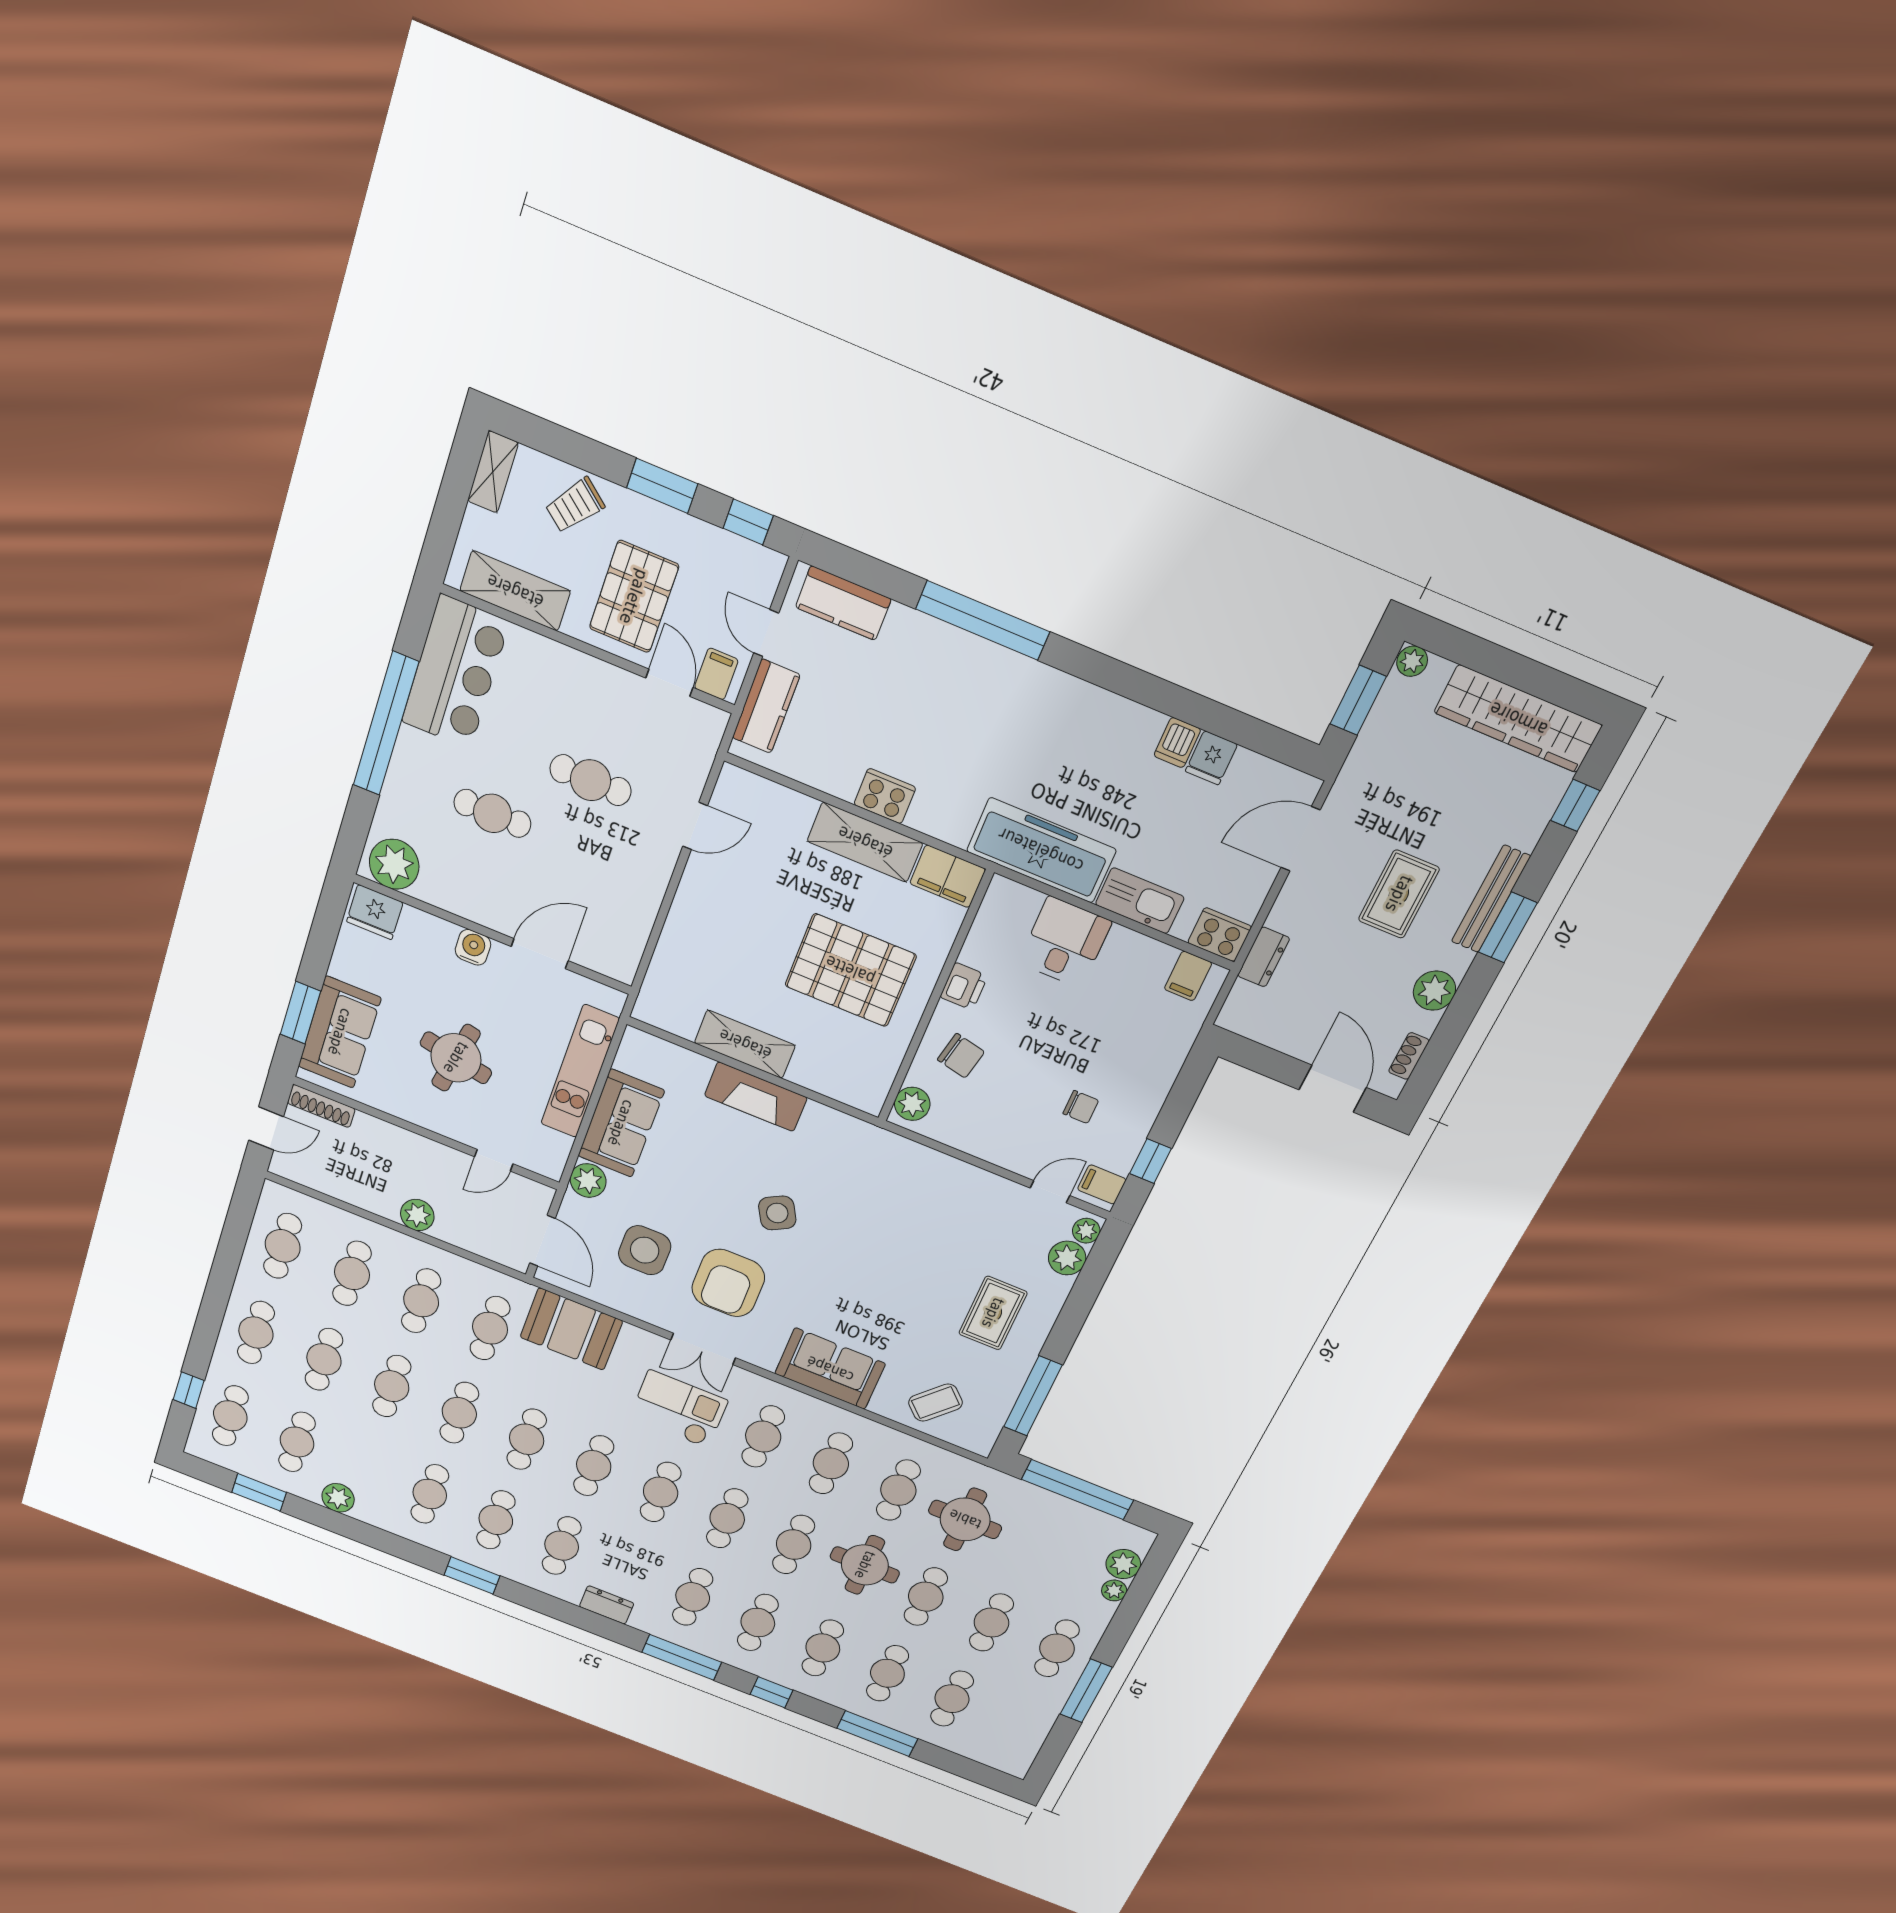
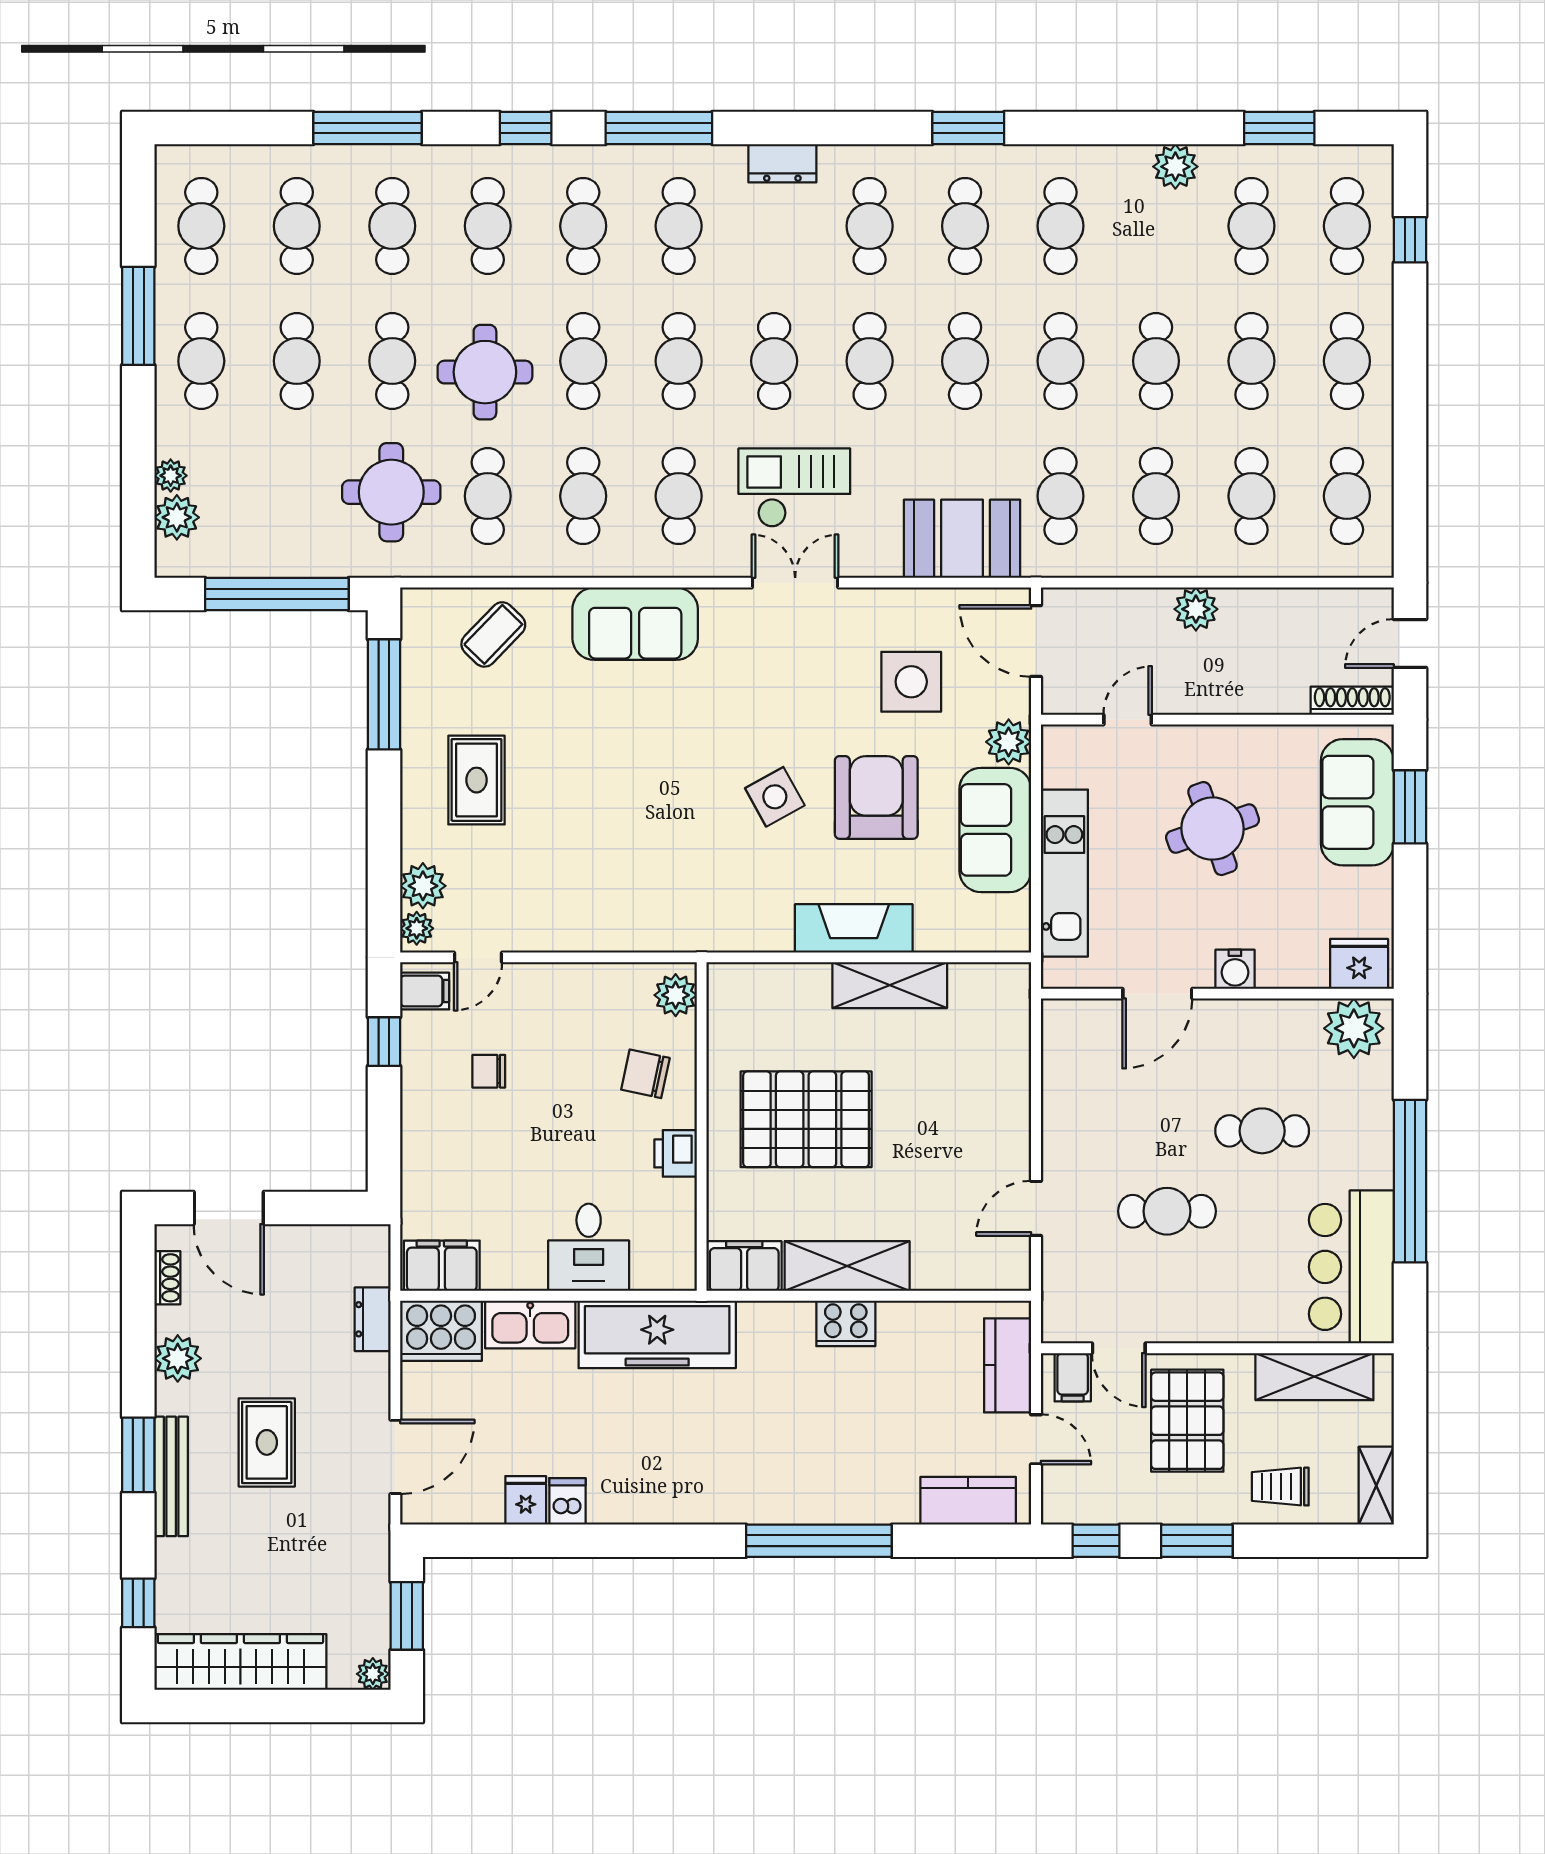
trolley: (575, 505) -> (1280, 1487), turned -128
cooker: (1220, 935) -> (441, 1331), width x1.37, depth x1.31
filing cabinet: (1188, 976) -> (442, 1266), width x2.00
round table: (456, 1058) -> (1213, 829), turned -30
armchair: (728, 1283) -> (876, 797), moved
checkout: (679, 1409) -> (794, 488), turned 180
cafe table: (1016, 1724) -> (201, 226), added

